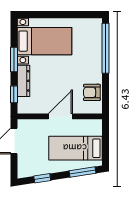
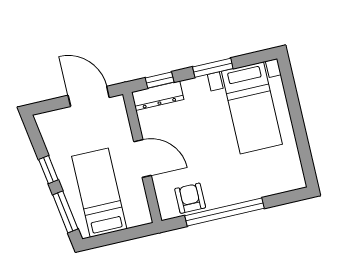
window: (105, 48) -> (225, 212), moved
dresser: (24, 81) -> (158, 96), moved
window: (42, 178) -> (48, 170), moved

